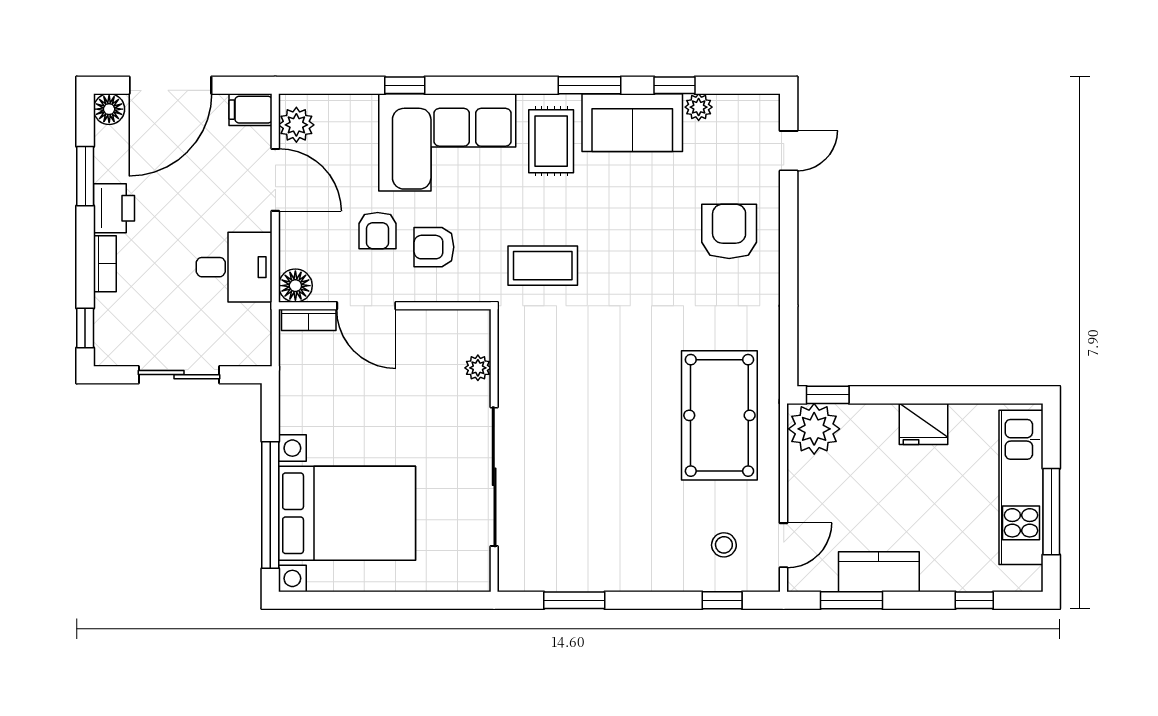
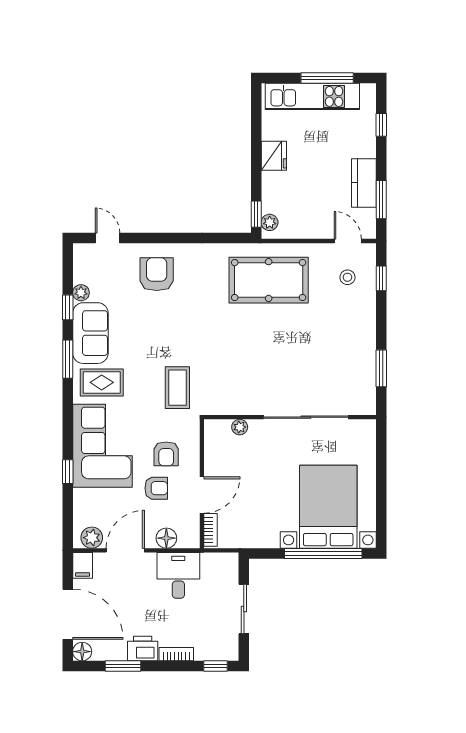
armchair: (729, 231) -> (157, 274), turned 90
floor lamp: (295, 286) -> (166, 538), moved
plant: (814, 429) -> (270, 222), width x0.53, depth x0.53

